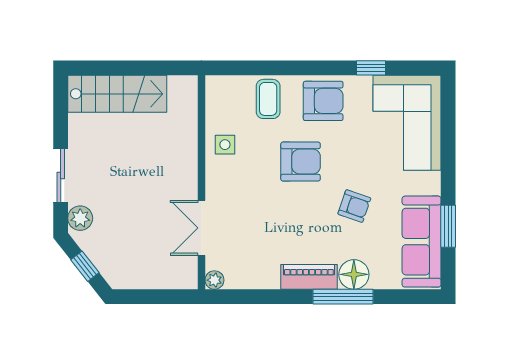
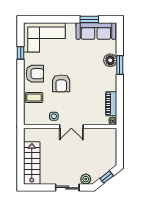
armchair: (323, 101) -> (35, 74), turned 90
armchair: (301, 162) -> (61, 83), turned 180
armchair: (354, 206) -> (80, 60), removed
double door: (201, 228) -> (71, 126), moved
piano: (309, 277) -> (111, 104), moved
window: (343, 297) -> (120, 65), width x0.69

